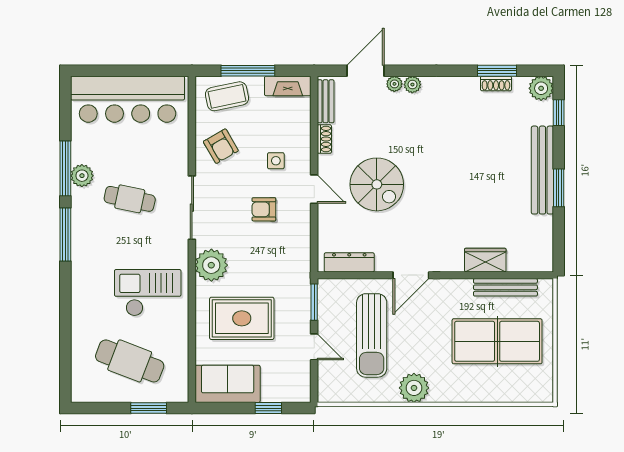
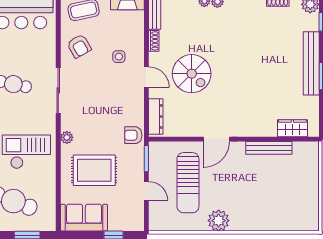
armchair: (264, 209) -> (133, 135), moved
wardrobe: (485, 260) -> (292, 128), moved
dresser: (349, 262) -> (156, 116), moved, turned 90
plant: (211, 265) -> (67, 137), width x0.53, depth x0.53
bench: (505, 287) -> (269, 148), moved
table tennis table: (497, 341) -> (278, 187), removed

